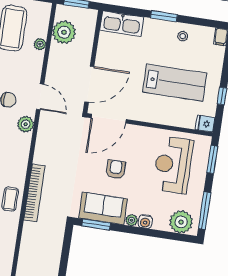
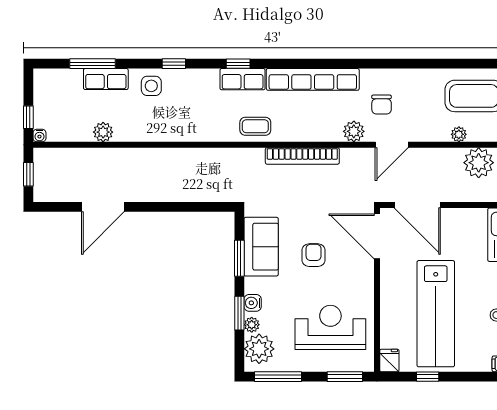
lab bench: (175, 83) -> (436, 314), width x1.36
armchair: (116, 169) -> (314, 255), turned -90
bookcase: (34, 193) -> (302, 156), moved
plant: (132, 220) -> (252, 325), moved
window: (96, 225) -> (239, 258), moved
window: (151, 233) -> (239, 313), added

